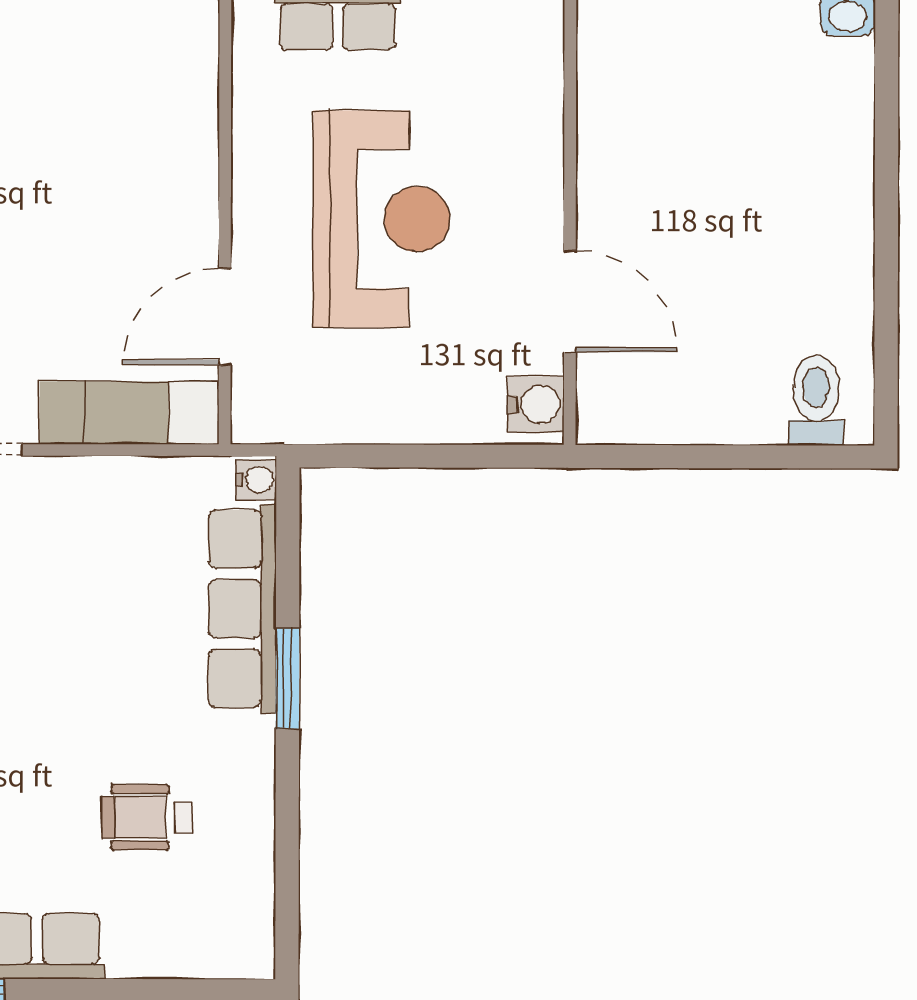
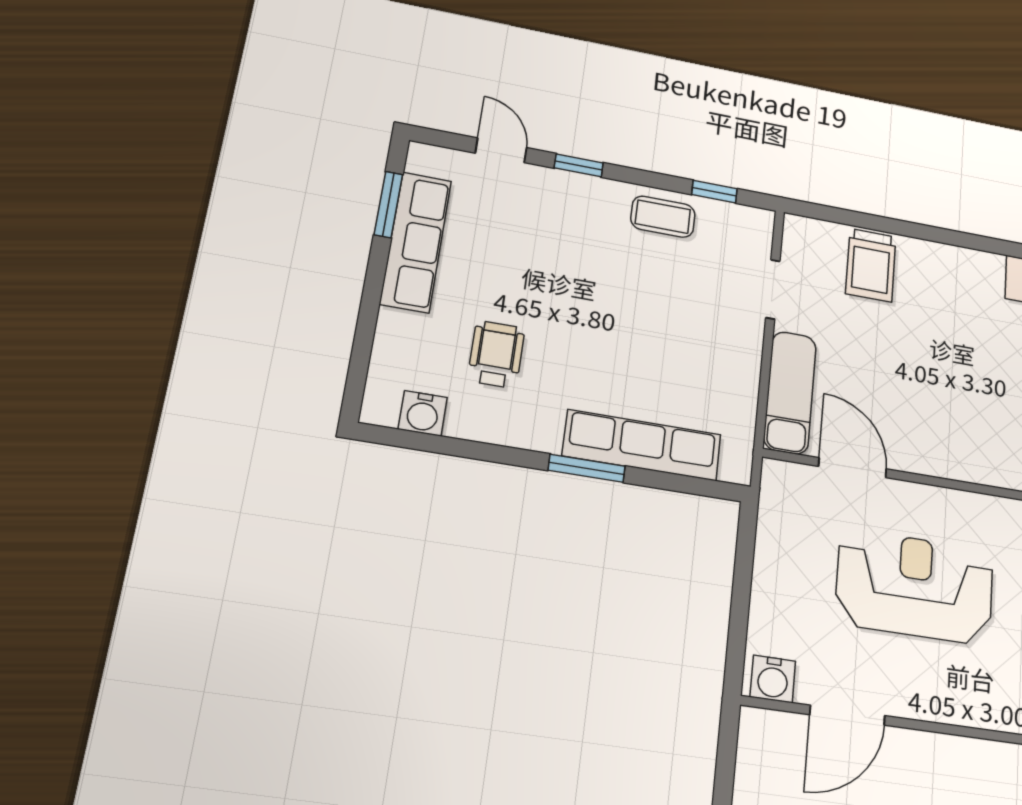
reception desk: (382, 219) -> (915, 587), turned 180
water cooler: (256, 480) -> (423, 413), moved, width x1.38, depth x1.38

